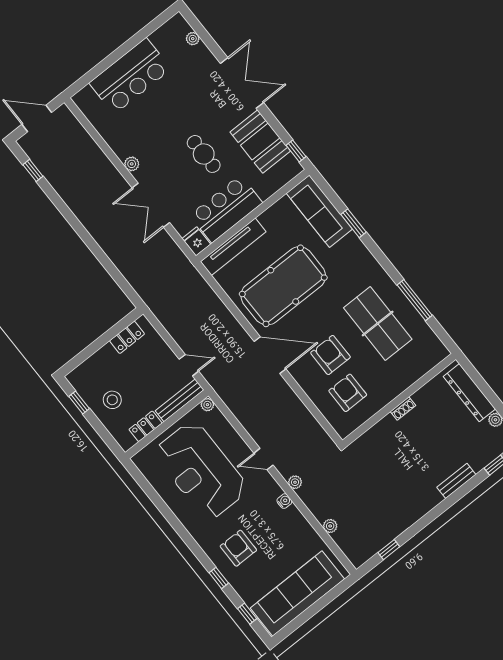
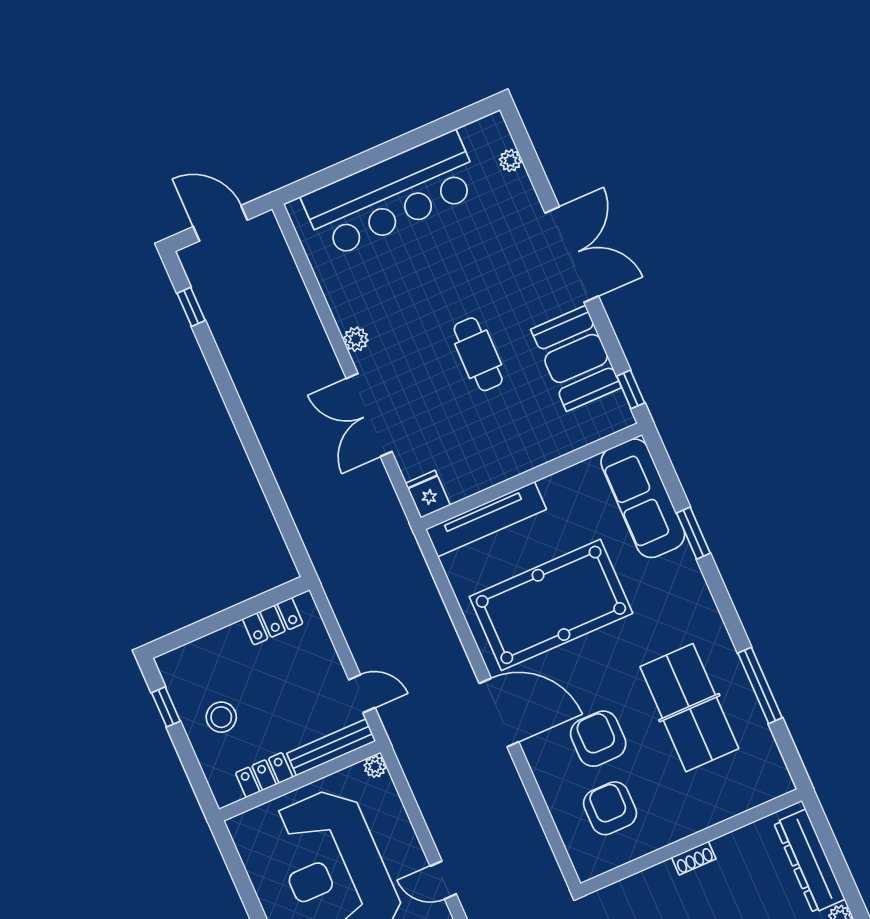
bar counter: (130, 76) -> (392, 194), width x1.36
bar counter: (226, 209) -> (491, 454), removed

